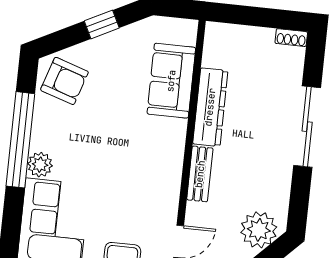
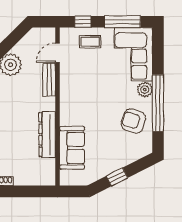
armchair: (64, 81) -> (133, 121), moved
bench: (200, 174) -> (49, 80), moved

